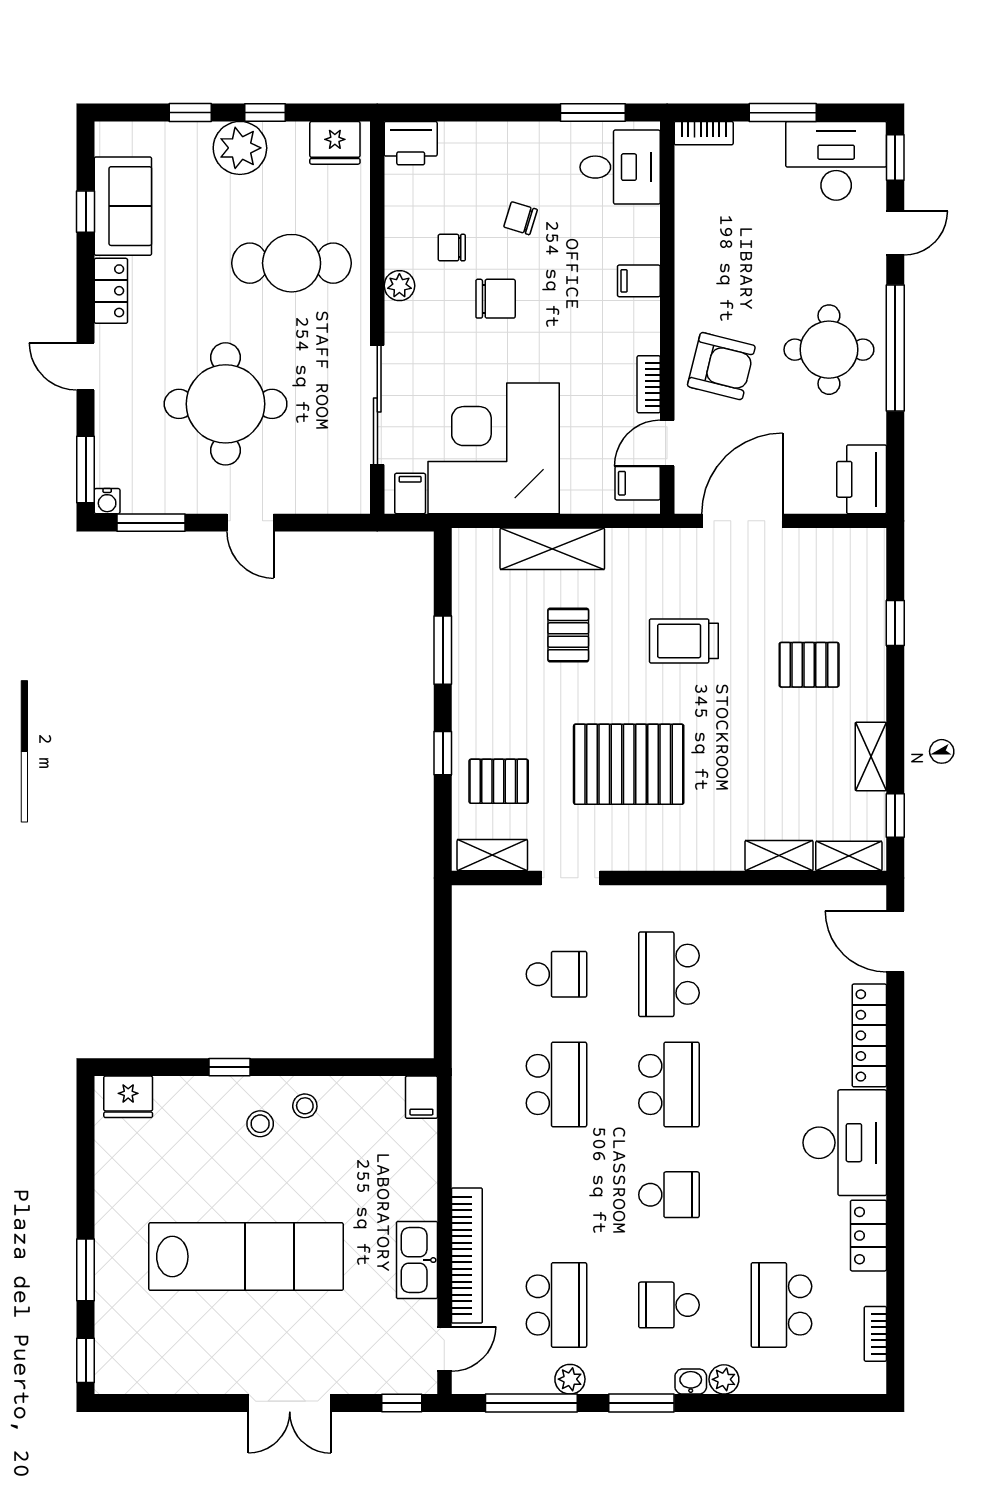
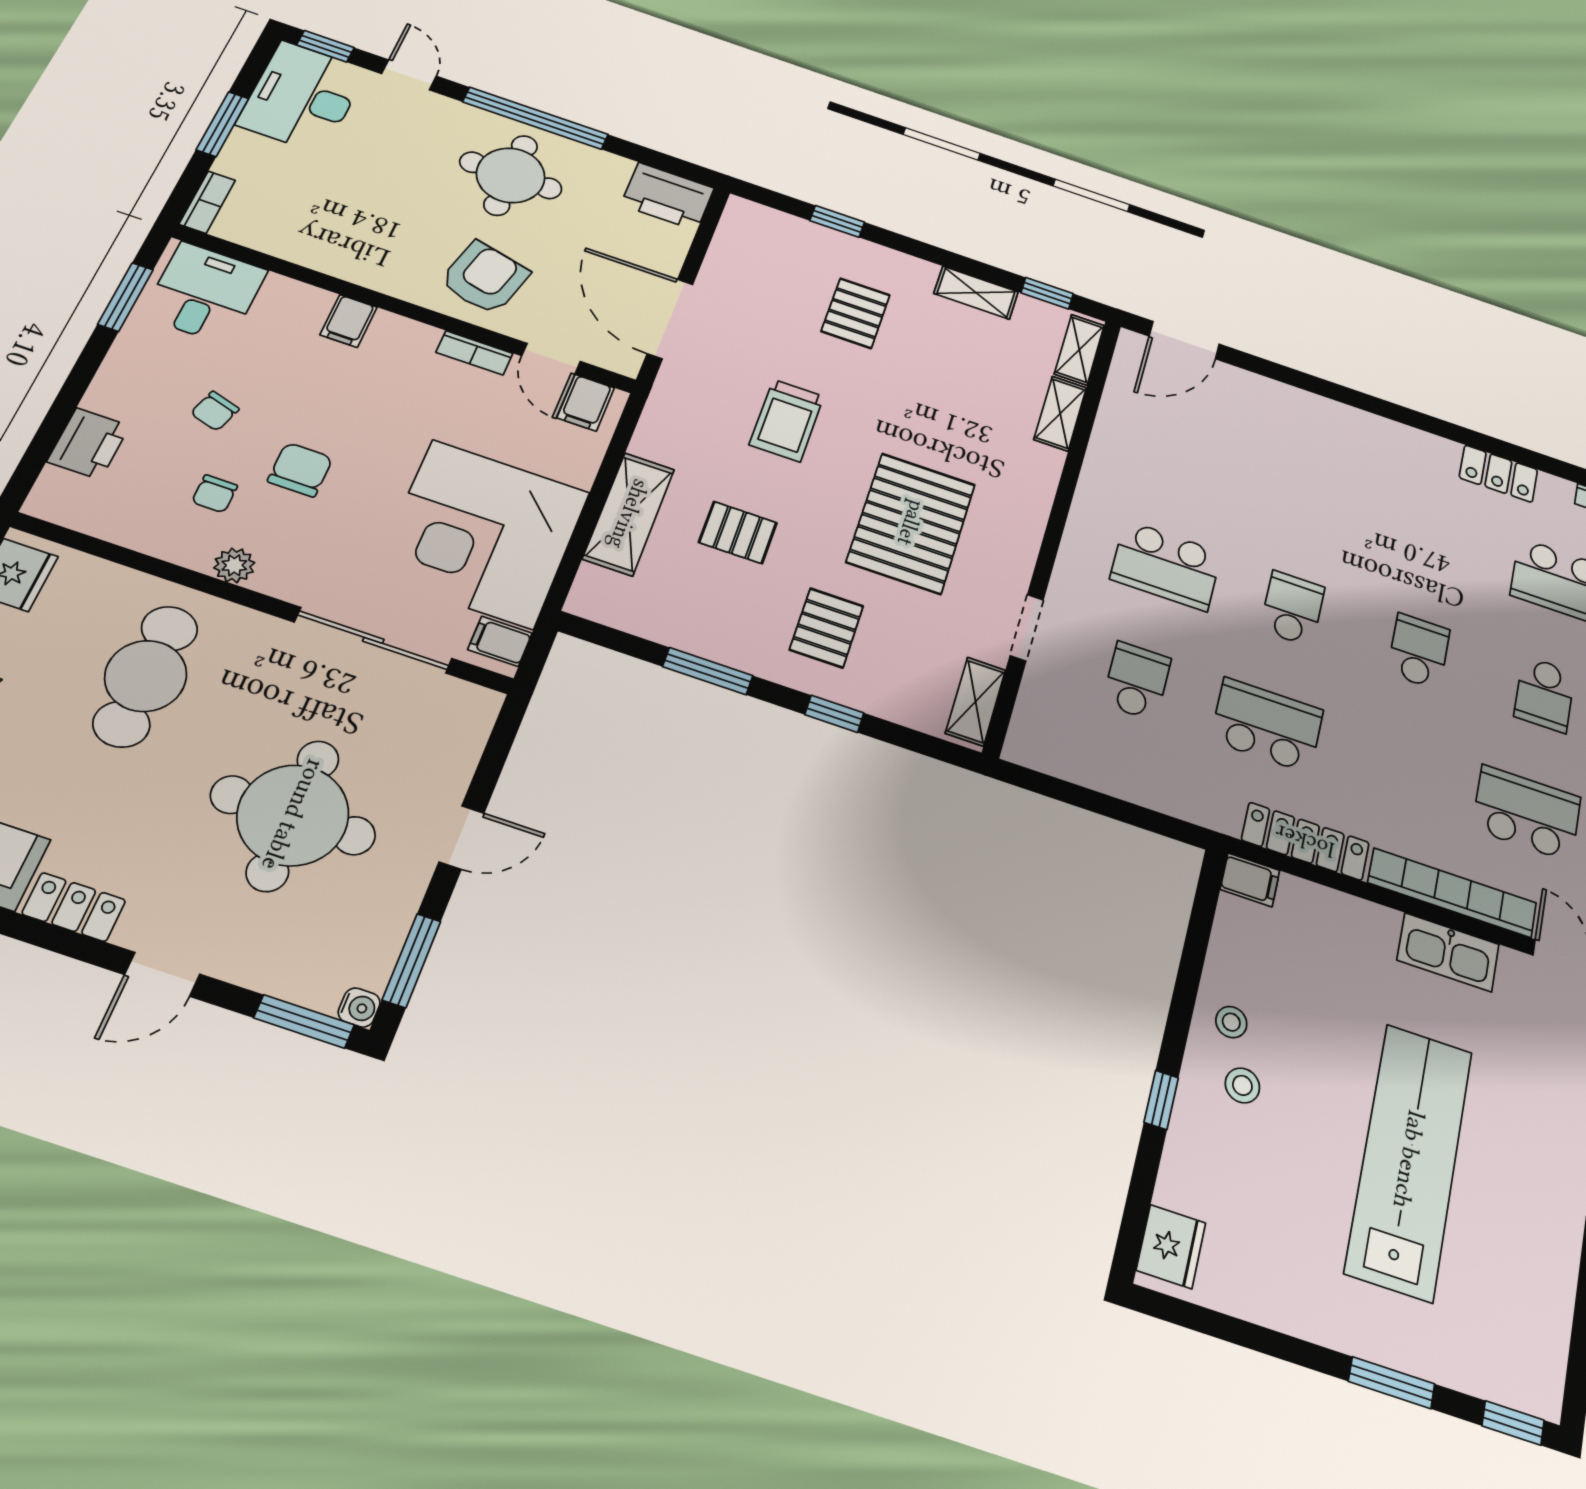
printer: (411, 143) -> (88, 444), moved
pallet: (499, 781) -> (826, 628), moved
locker: (869, 1035) -> (1305, 841), moved, turned 180
school desk: (669, 1084) -> (1292, 608), width x0.54
desk: (845, 1143) -> (1393, 461), removed

